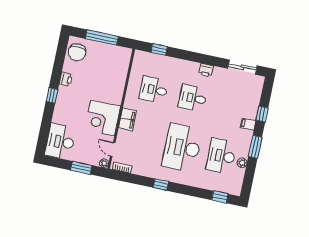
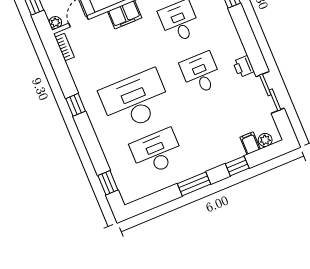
sliding door: (242, 67) -> (270, 92), moved
filing cabinet: (248, 124) -> (250, 143), moved
plant: (242, 163) -> (265, 140), moved

